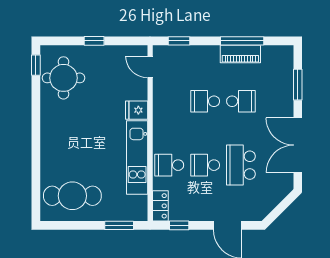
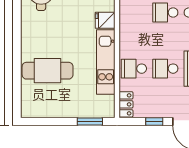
cafe table: (72, 196) -> (48, 71), moved
window: (179, 225) -> (154, 122), moved

